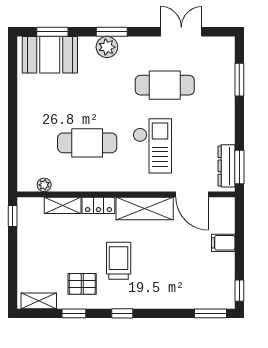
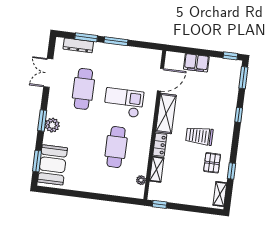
dresser: (226, 166) -> (78, 45), moved
window: (239, 167) -> (116, 41), moved
filing cabinet: (223, 243) -> (196, 63), width x2.00
window: (122, 313) -> (239, 115), moved

